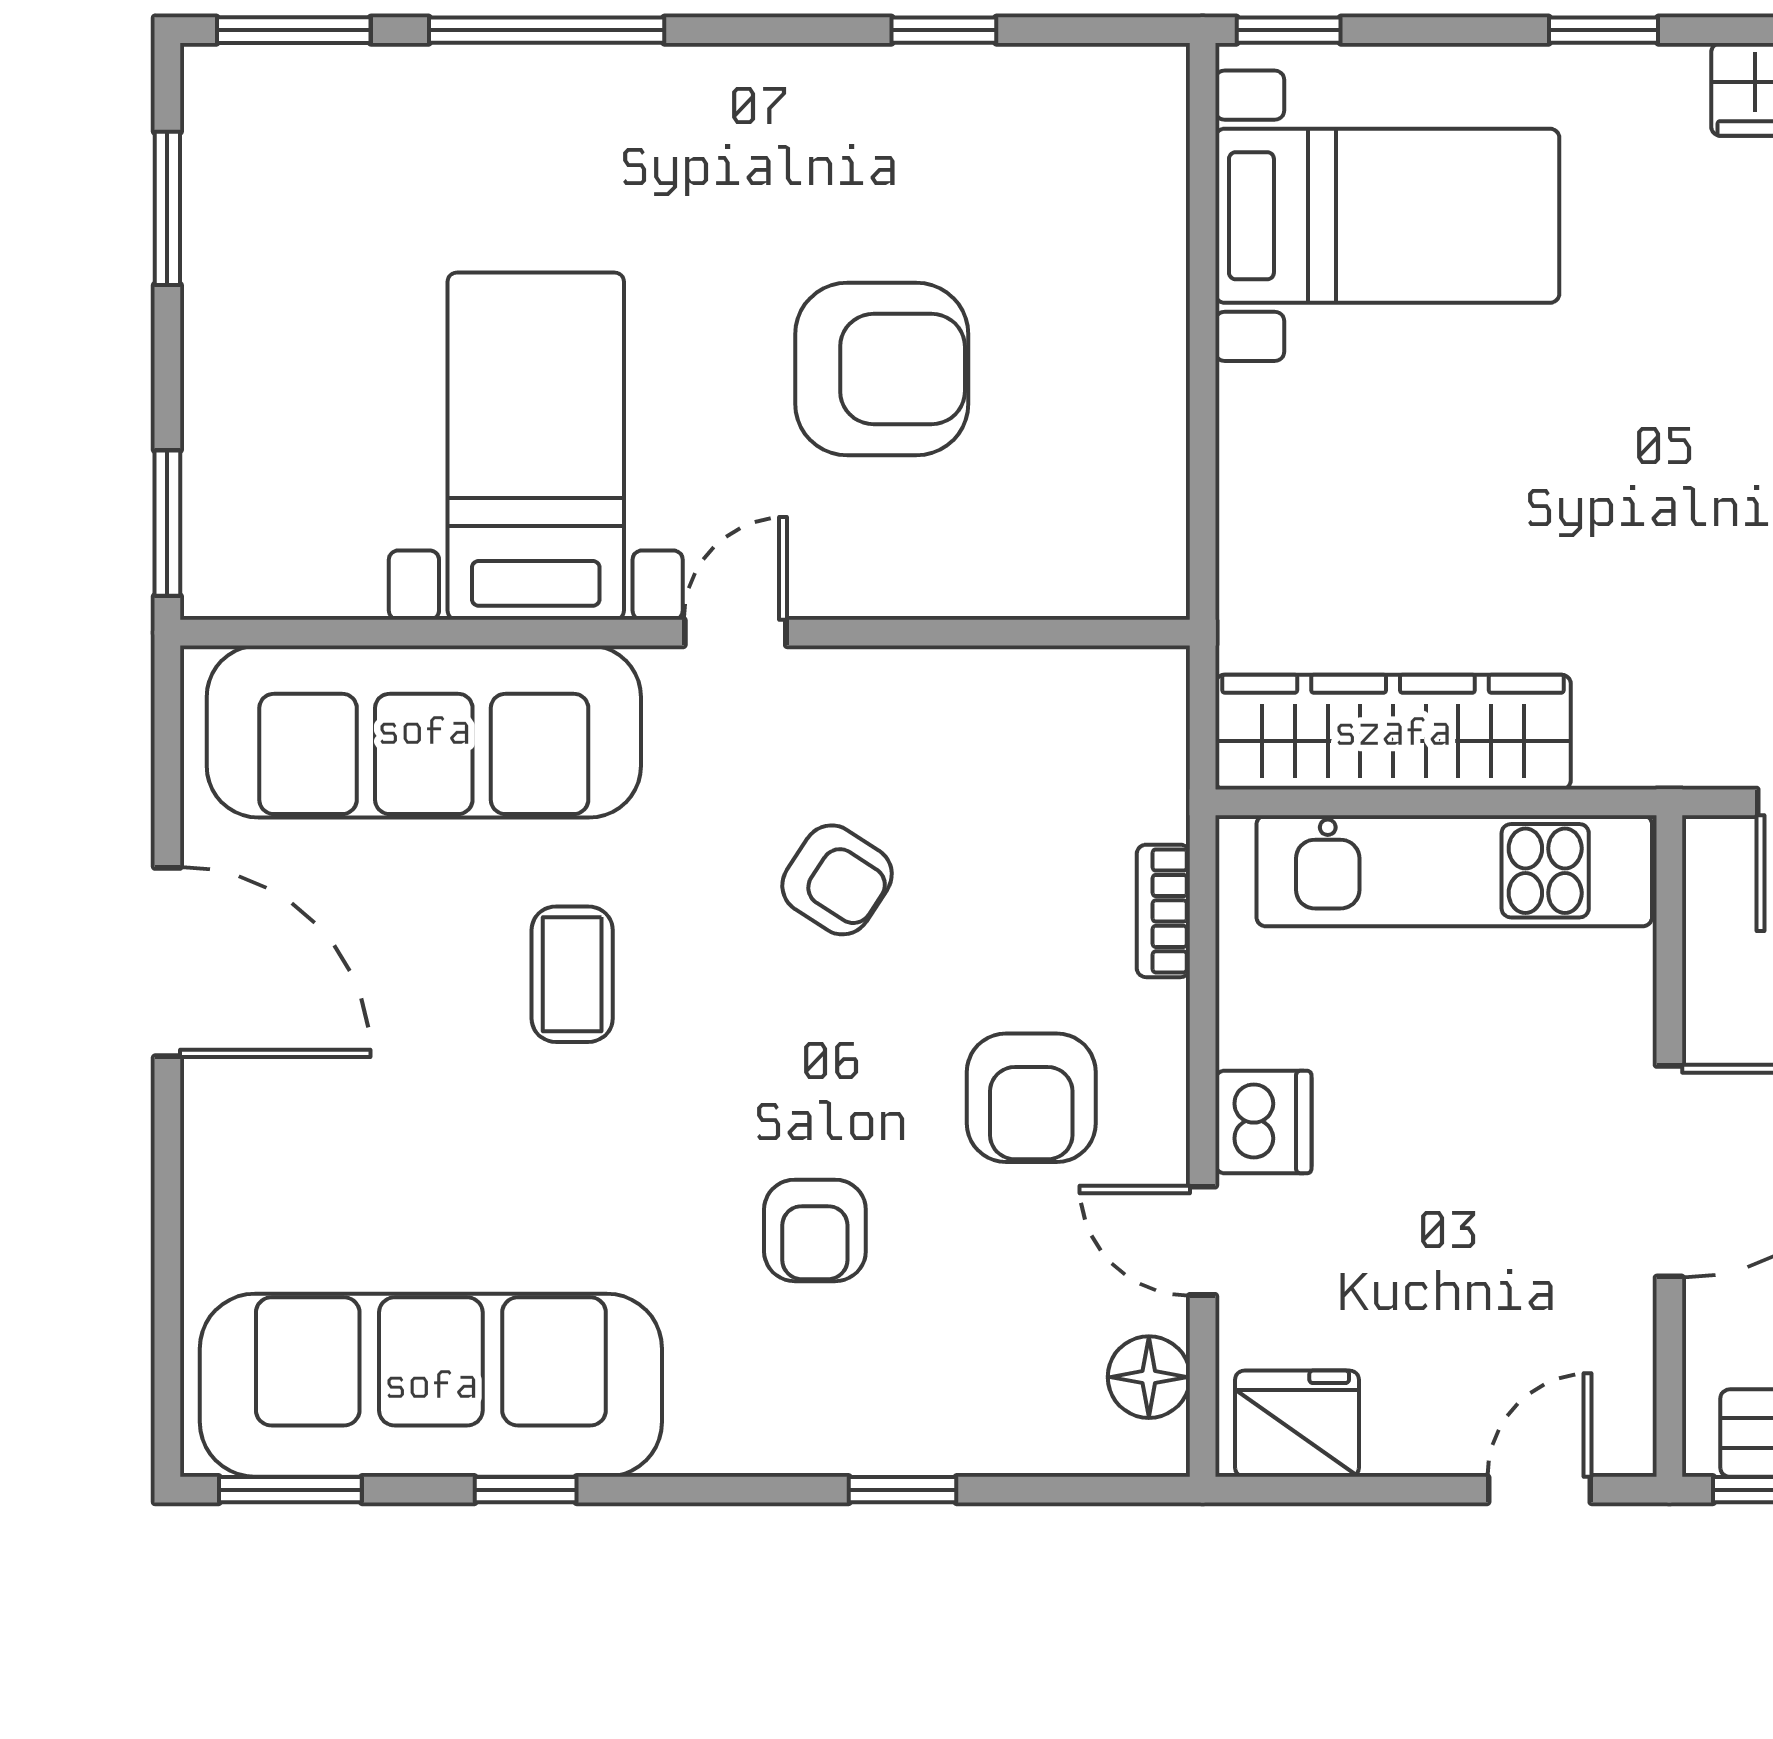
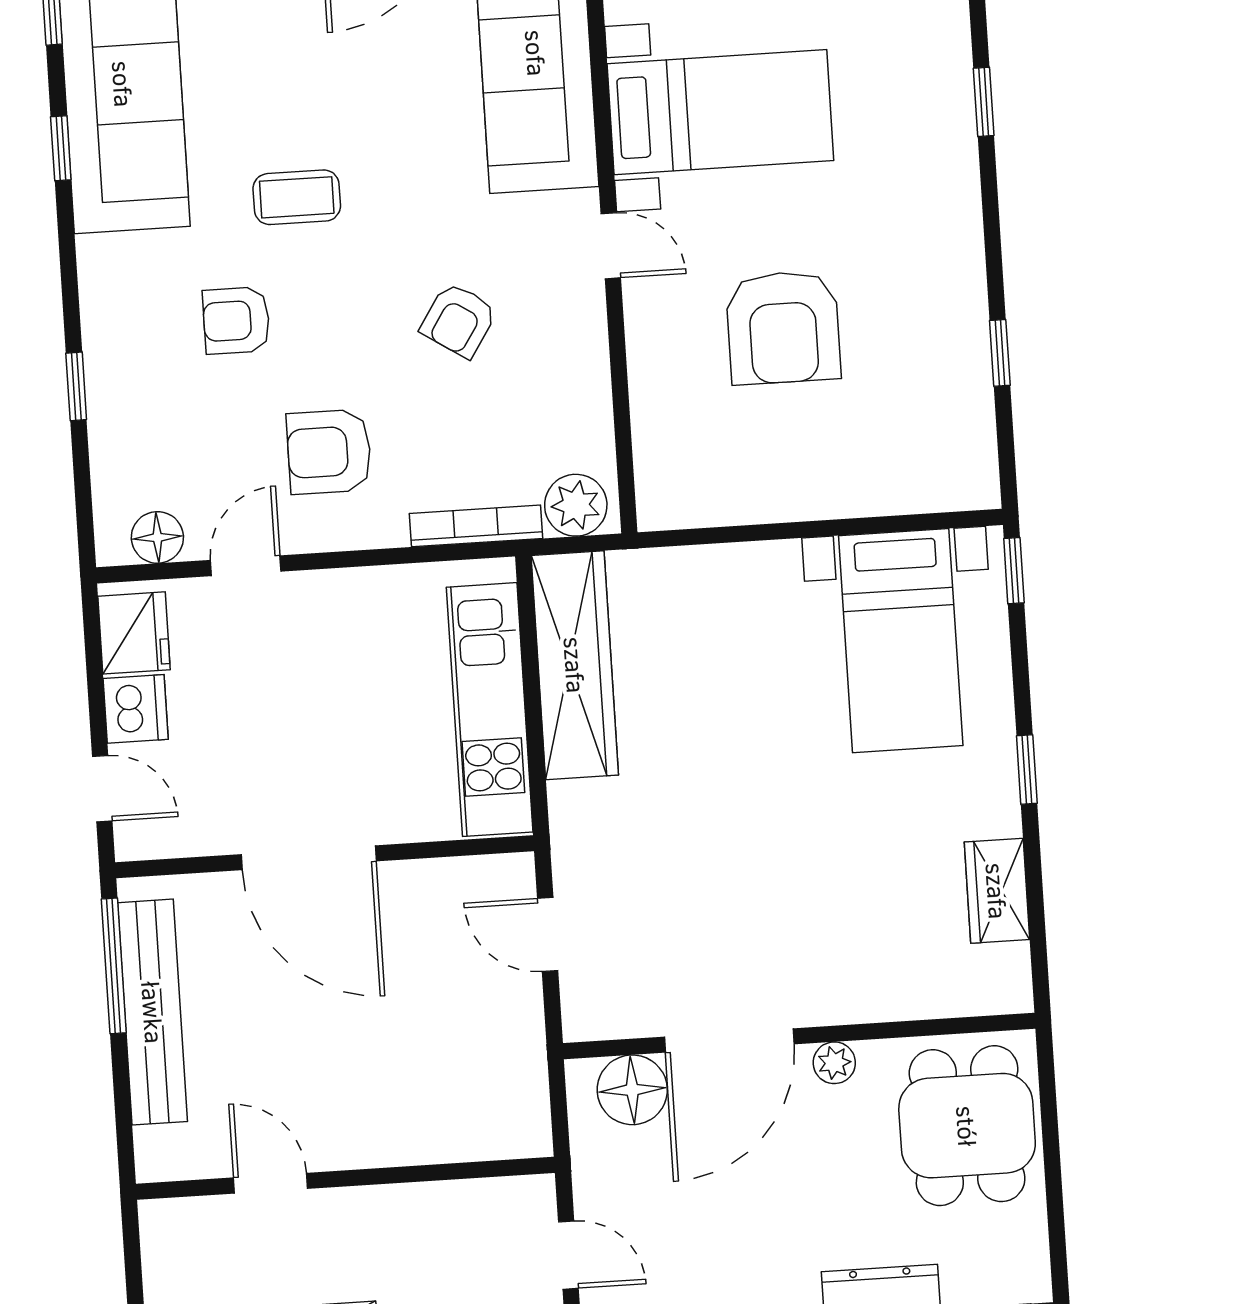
window: (547, 30) -> (984, 102), width x0.46
plant: (1141, 714) -> (576, 505), added
bookcase: (1163, 911) -> (476, 526), width x1.56
coffee table: (572, 974) -> (297, 197), moved
dishwasher: (1263, 1122) -> (136, 709), moved, turned -90

